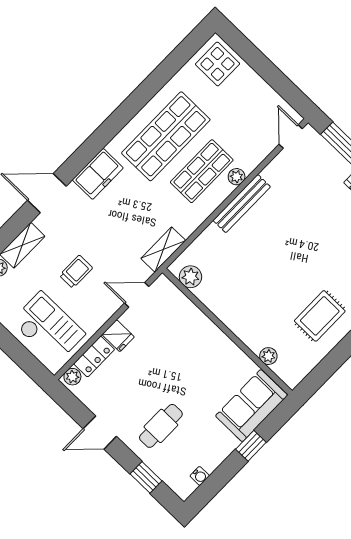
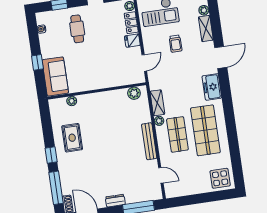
door: (291, 137) -> (161, 175), moved
plant: (237, 177) -> (159, 121), moved
shelving: (163, 250) -> (157, 103), moved

